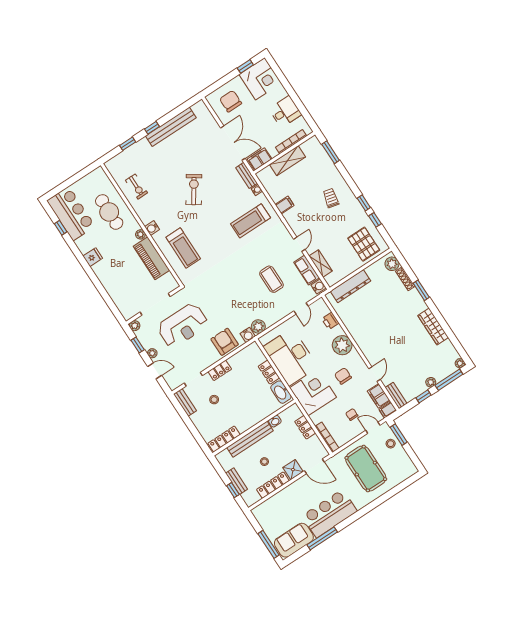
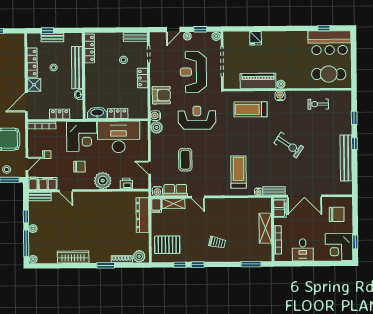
filing cabinet: (285, 205) -> (156, 206), moved
cafe table: (109, 212) -> (329, 74), moved
fridge: (93, 257) -> (256, 38), moved
coffee table: (271, 279) -> (185, 160), turned 90
reception desk: (224, 294) -> (197, 118), added

